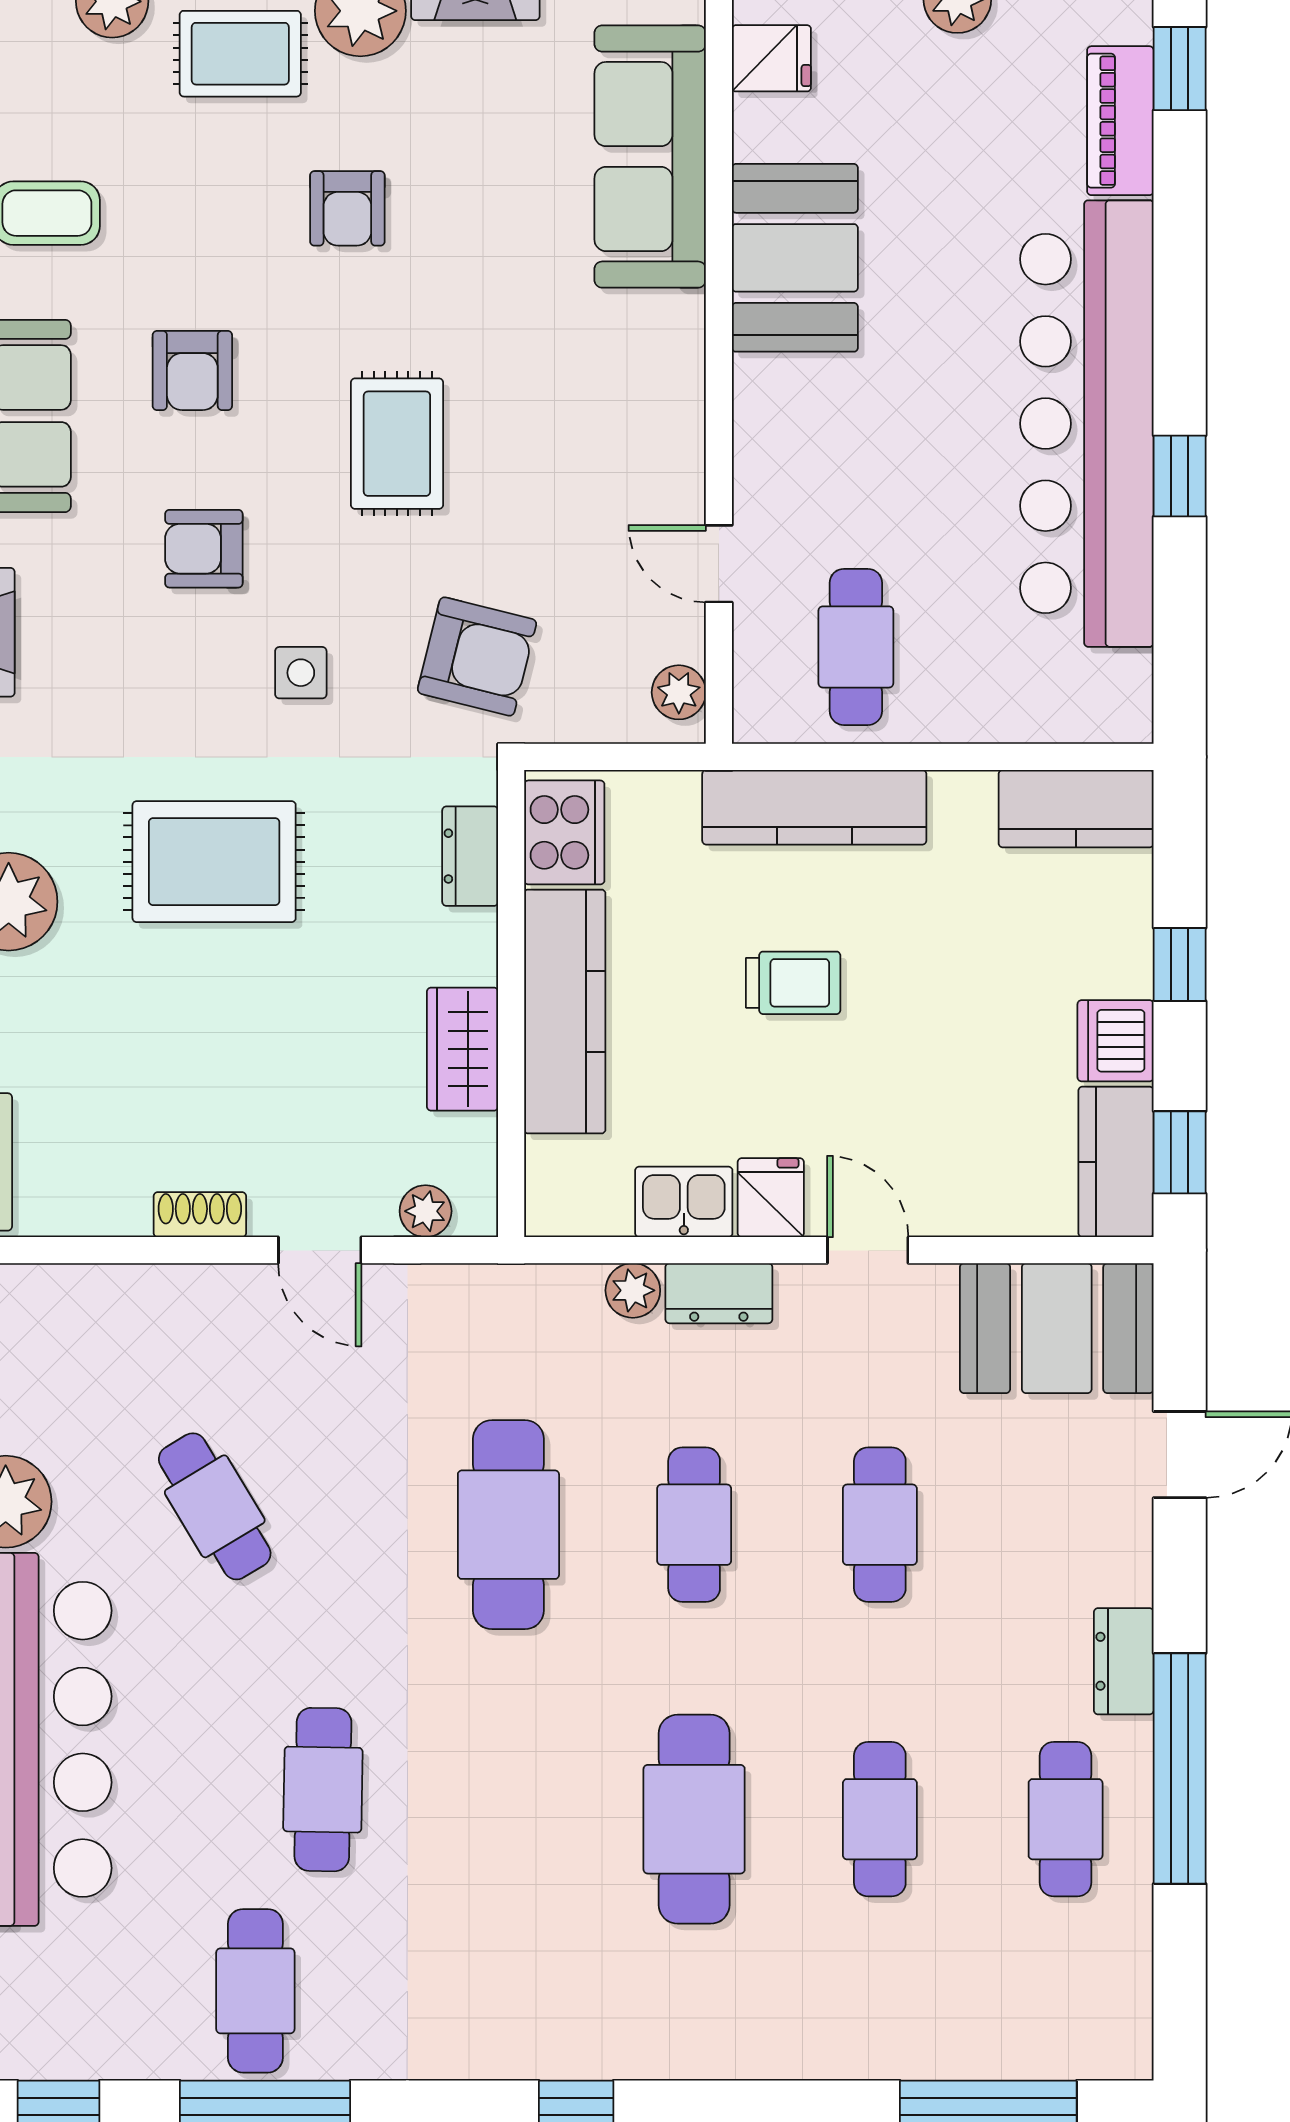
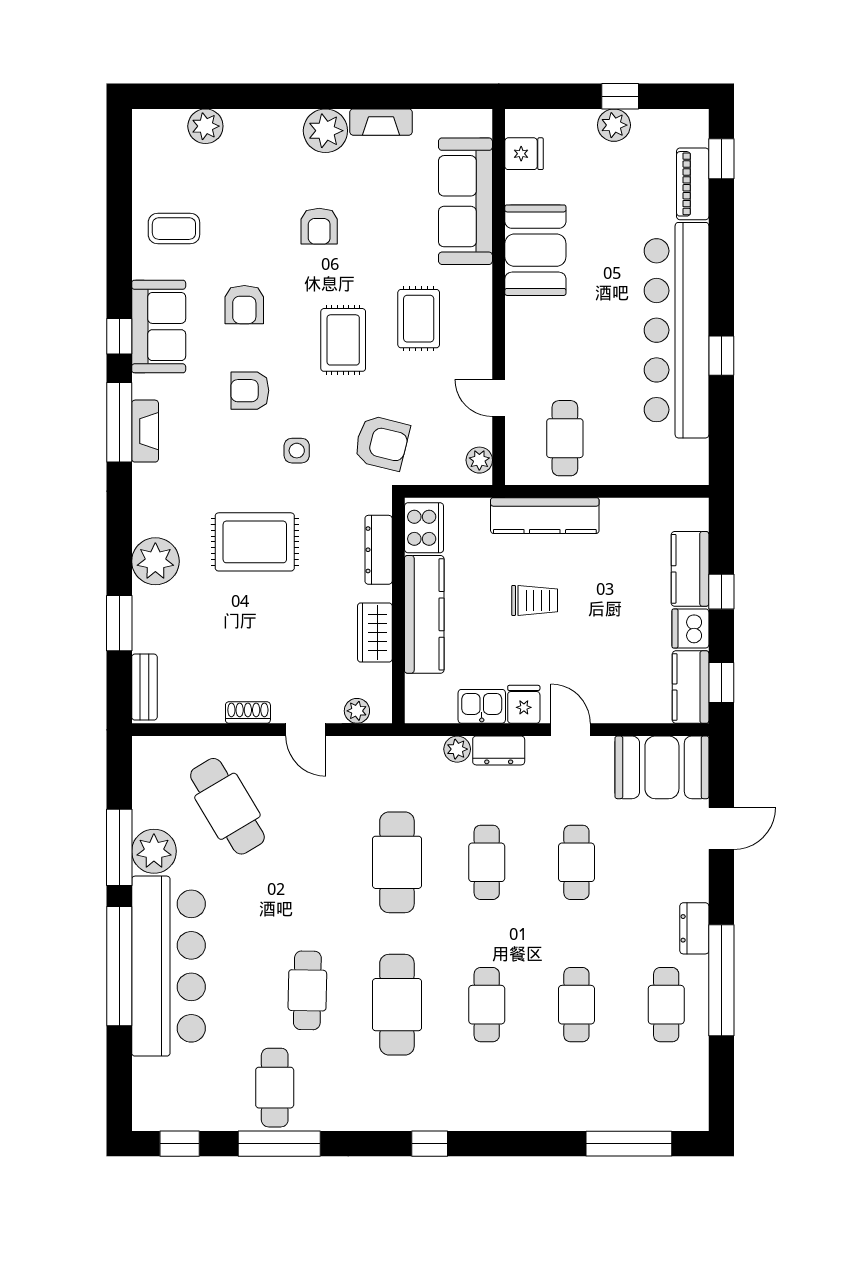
rug: (240, 54) -> (419, 319), moved, turned 90
kitchen counter: (1076, 809) -> (690, 569), moved, turned 90
dresser: (470, 856) -> (379, 550), width x1.44
cafe table: (215, 1506) -> (227, 806), moved, width x1.37, depth x1.35
cafe table: (508, 1819) -> (397, 1005), added
cafe table: (694, 1819) -> (487, 1005), width x0.73, depth x0.74

